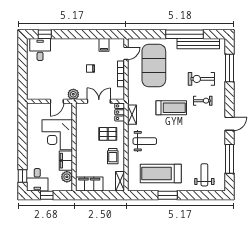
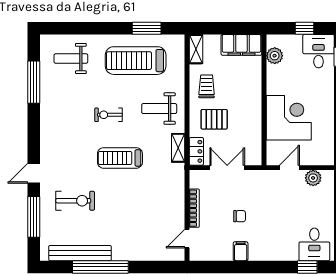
filing cabinet: (104, 45) -> (241, 251), moved
exercise mat: (154, 65) -> (146, 221), removed
plant: (73, 94) -> (313, 178), moved
double door: (99, 101) -> (227, 168), swing flipped
exercise bike: (203, 101) -> (109, 115), moved
door: (229, 124) -> (34, 173), moved
filing cabinet: (66, 161) -> (276, 80), removed
treadmill: (161, 173) -> (136, 61), turned 180
weight bench: (204, 175) -> (71, 59), turned 90
window: (168, 195) -> (147, 28), moved

